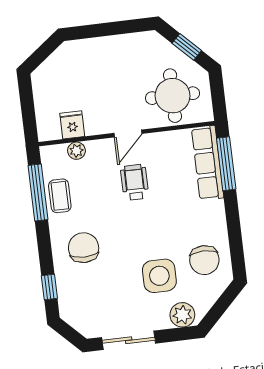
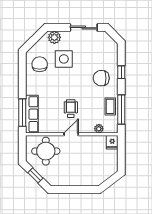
fridge: (72, 125) -> (112, 142), moved
wheelchair: (135, 182) -> (71, 109), turned 180
chair: (84, 248) -> (101, 78), turned 90
window: (49, 287) -> (121, 72), moved

